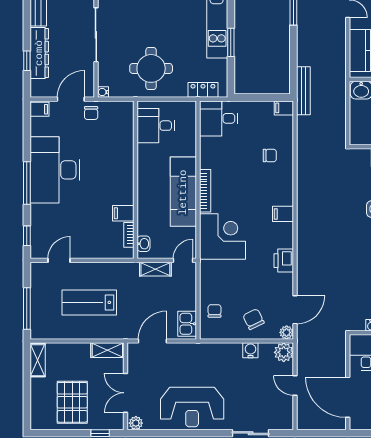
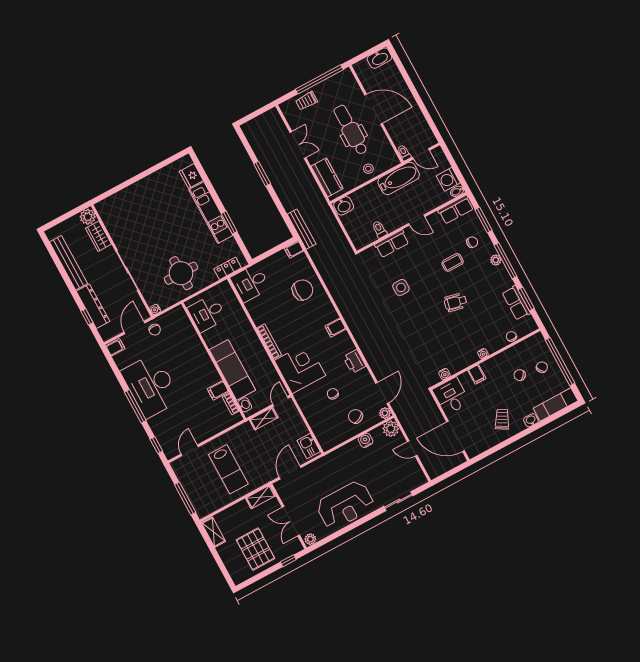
chair: (270, 155) -> (302, 290), width x1.87, depth x1.87
exam couch: (183, 192) -> (232, 370), moved, turned 180
lab bench: (89, 302) -> (228, 469), turned -90
chair: (215, 311) -> (333, 394), moved

